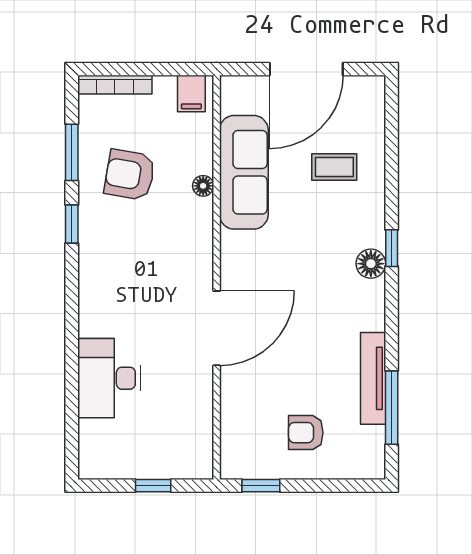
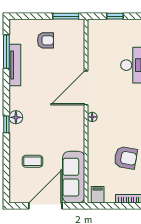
sofa: (244, 172) -> (74, 177), moved
floor lamp: (203, 186) -> (92, 117), moved
window: (261, 486) -> (66, 16), width x1.50

